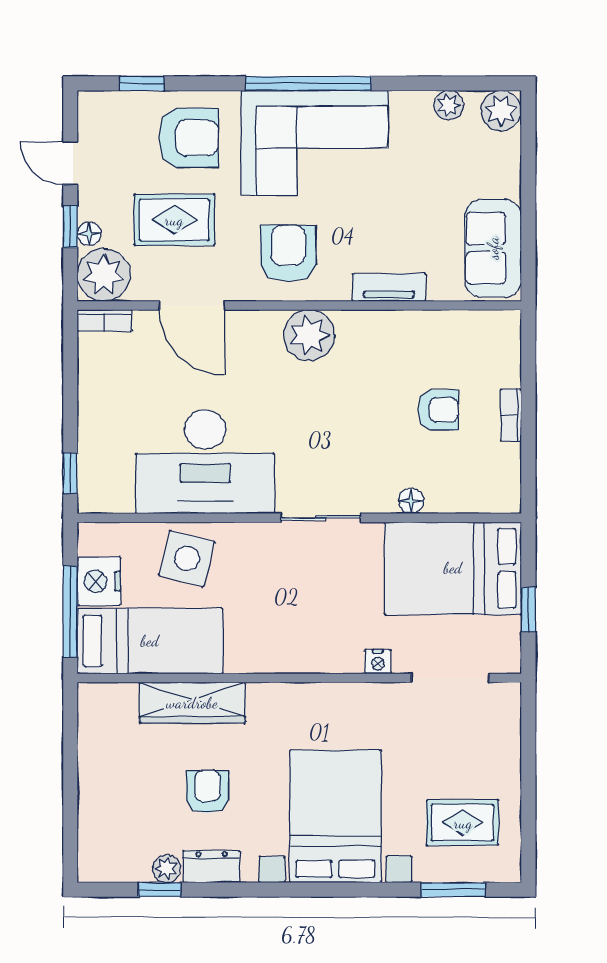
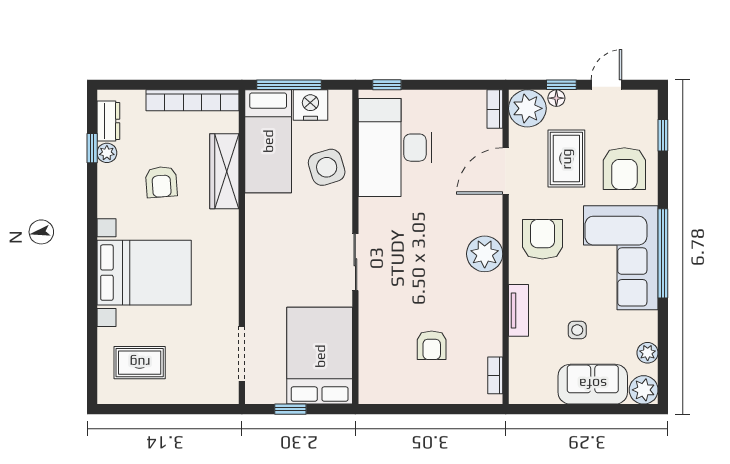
side table: (417, 204) -> (577, 330), added
sofa: (493, 248) -> (593, 384), moved
armchair: (288, 253) -> (543, 239), turned -90
bookcase: (511, 415) -> (495, 375), moved, turned -90
desk: (205, 462) -> (395, 148), moved
floor lamp: (411, 501) -> (367, 326), removed
side table: (187, 558) -> (327, 167), turned -31
nightstand: (378, 662) -> (253, 303), removed
bookcase: (92, 748) -> (193, 100), added
armchair: (207, 792) -> (161, 182), turned 86
rug: (463, 823) -> (140, 363), turned 90
dresser: (212, 867) -> (108, 121), moved
window: (453, 890) -> (92, 356), removed

